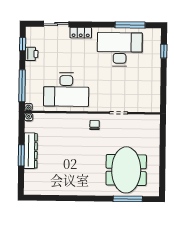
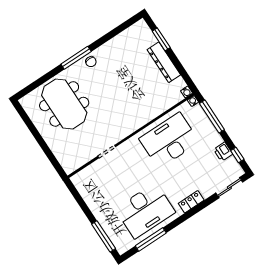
sliding door: (56, 24) -> (229, 188), moved
window: (164, 51) -> (104, 236), width x2.17
chair: (95, 125) -> (91, 62), moved
window: (21, 155) -> (161, 39), moved
window: (128, 199) -> (76, 58), moved

